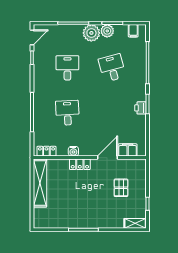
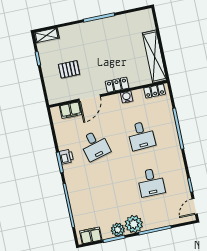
filing cabinet: (133, 31) -> (91, 235), width x2.00
desk: (112, 68) -> (95, 145), moved
pallet: (121, 188) -> (69, 69), turned 90

